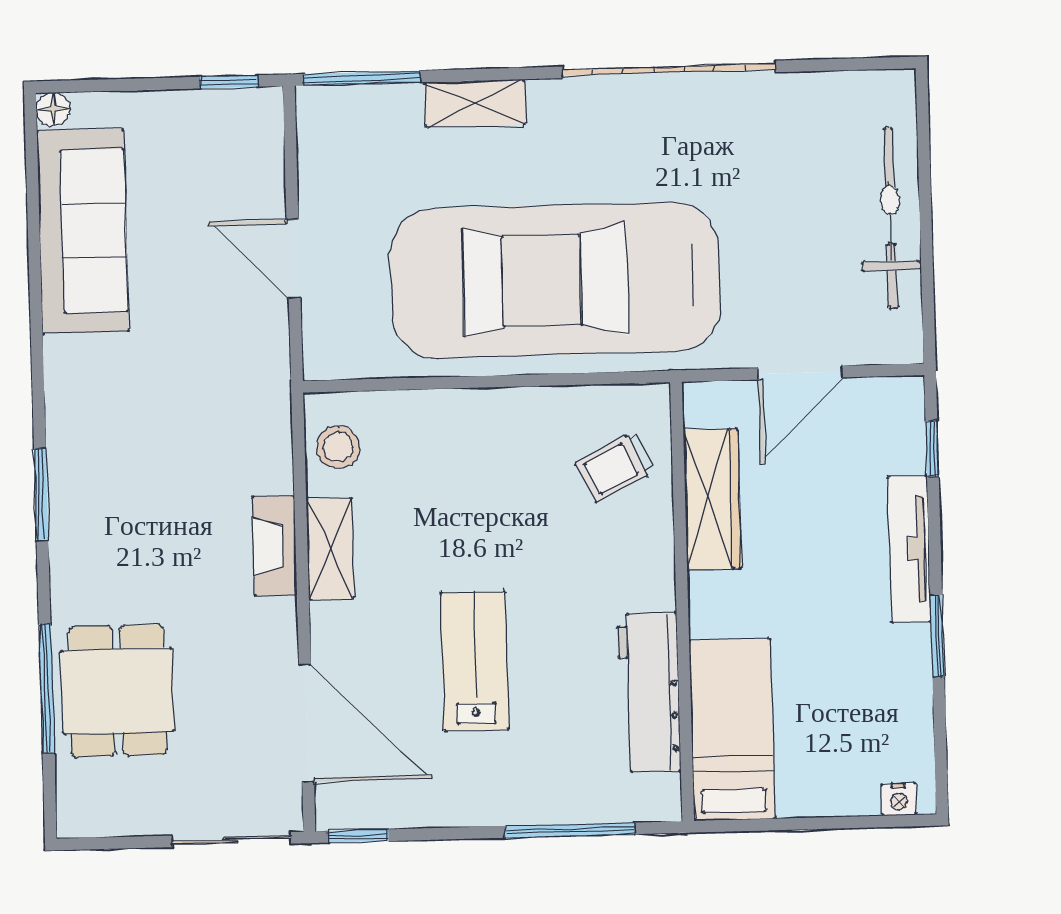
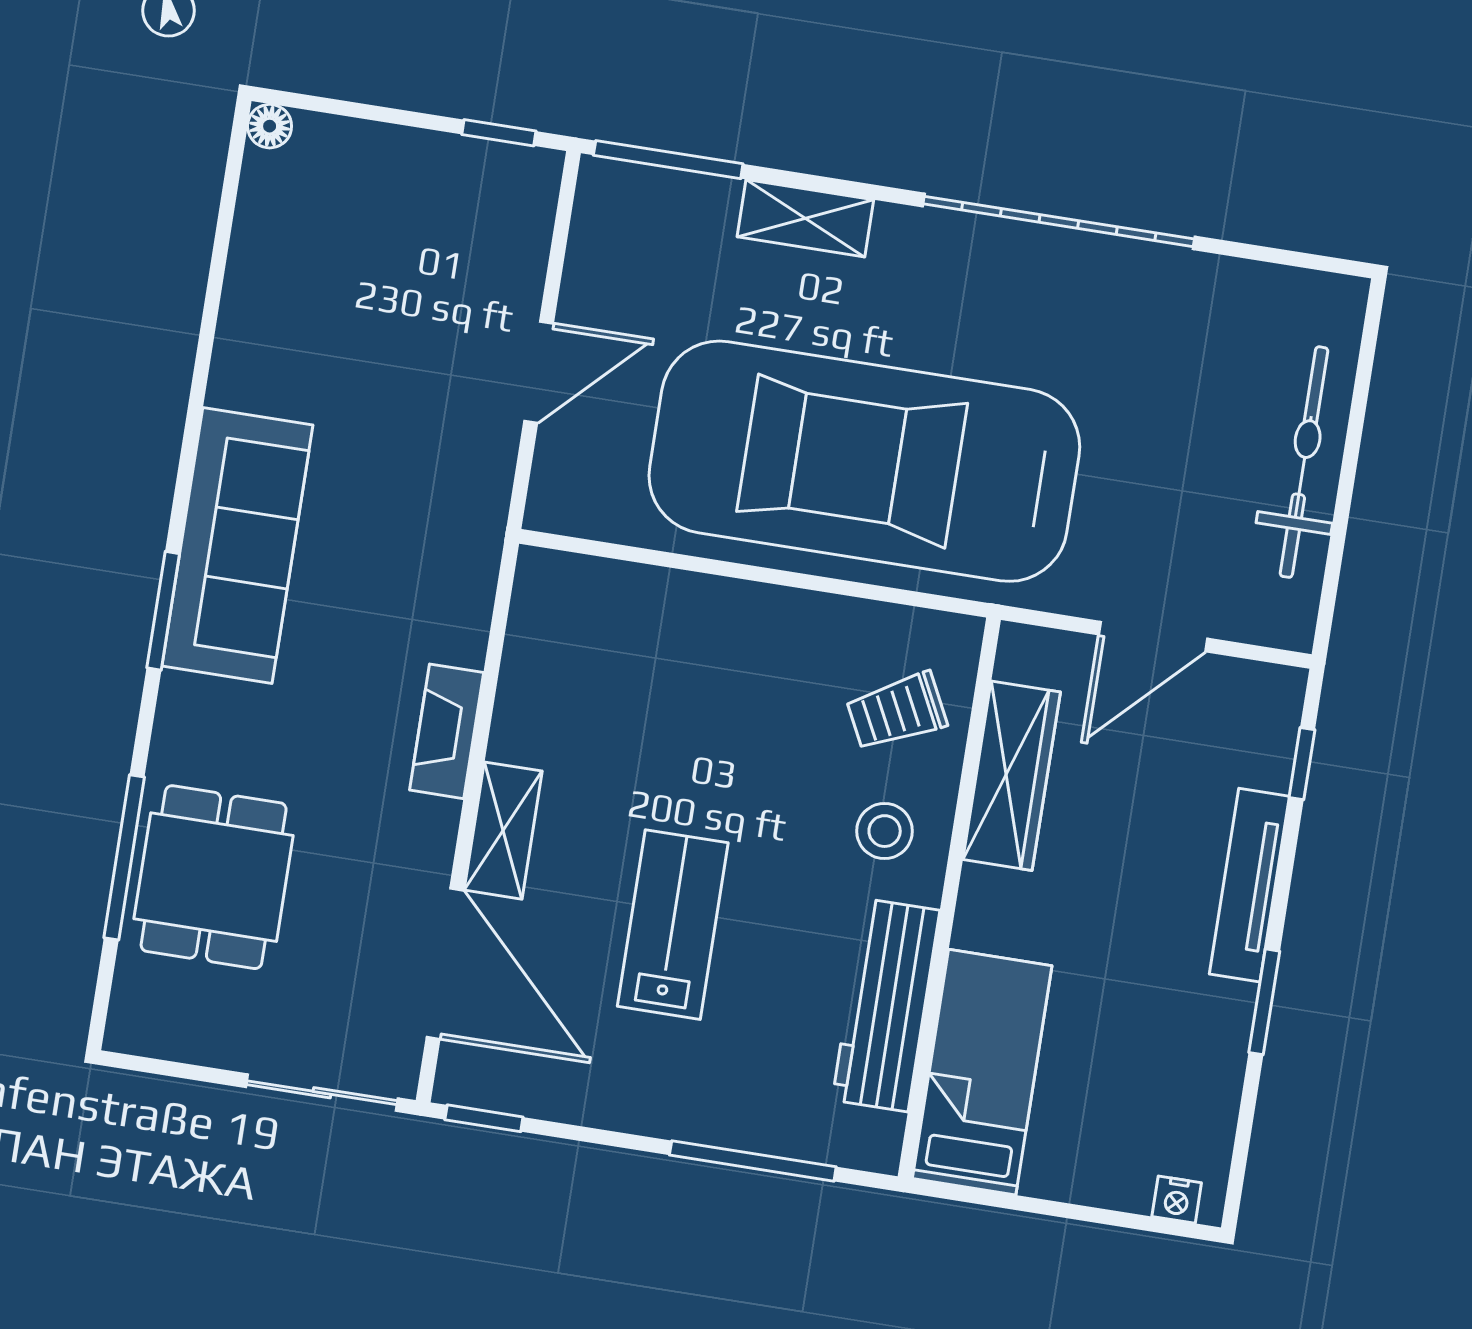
sofa: (83, 231) -> (237, 546), moved
door: (294, 259) -> (539, 372), swing flipped
stool: (338, 447) -> (885, 831), moved
shelving: (330, 549) -> (503, 831), moved

